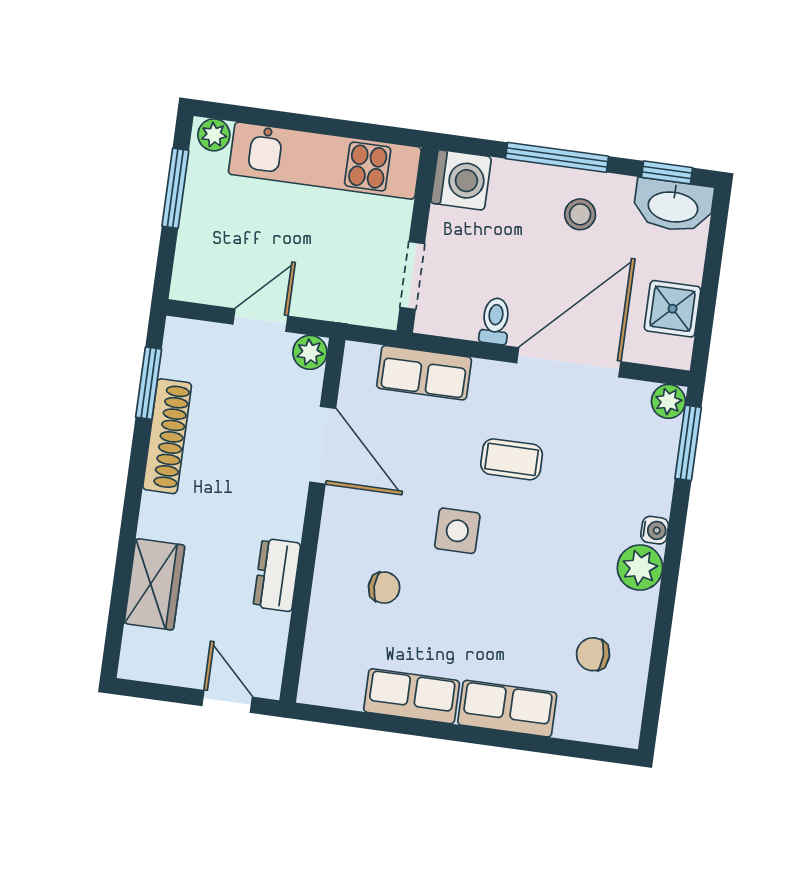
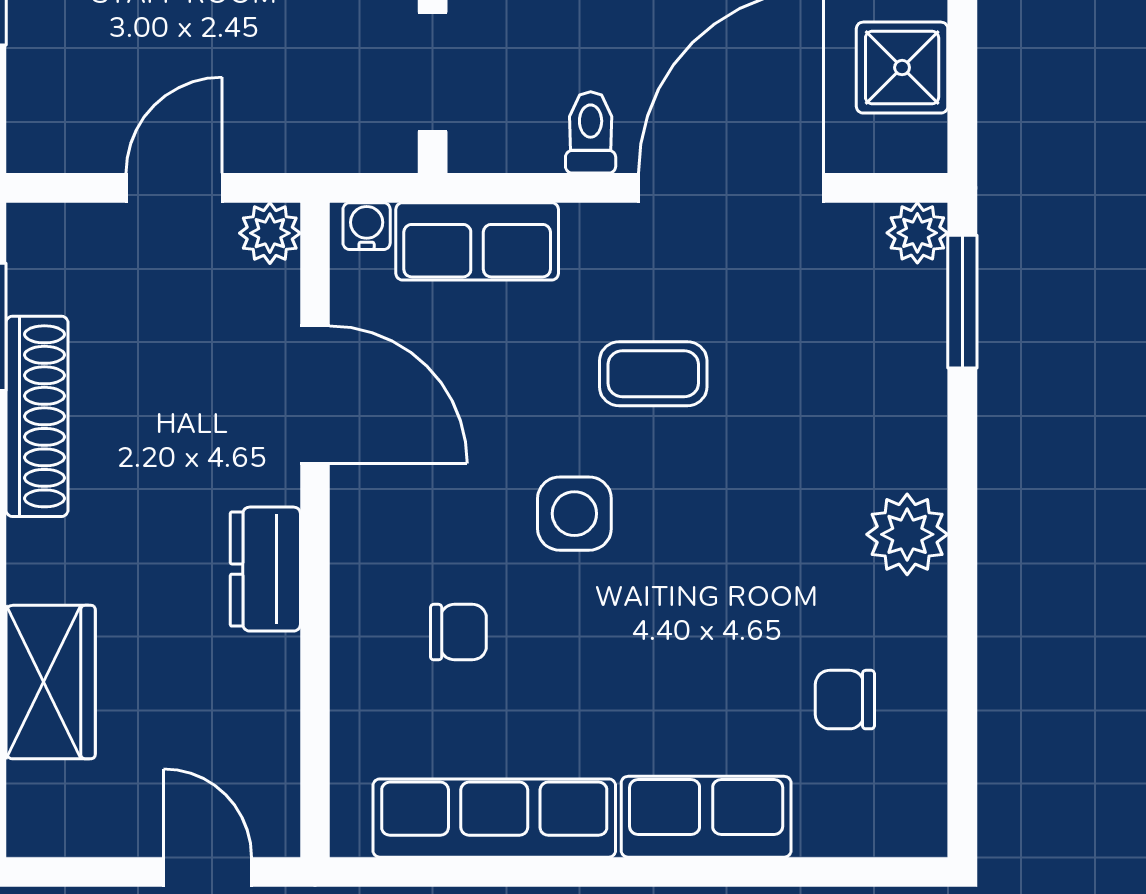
water cooler: (655, 530) -> (367, 226), moved, turned -90
dresser: (277, 575) -> (265, 569), moved
row of seats: (412, 696) -> (494, 818), width x1.48

